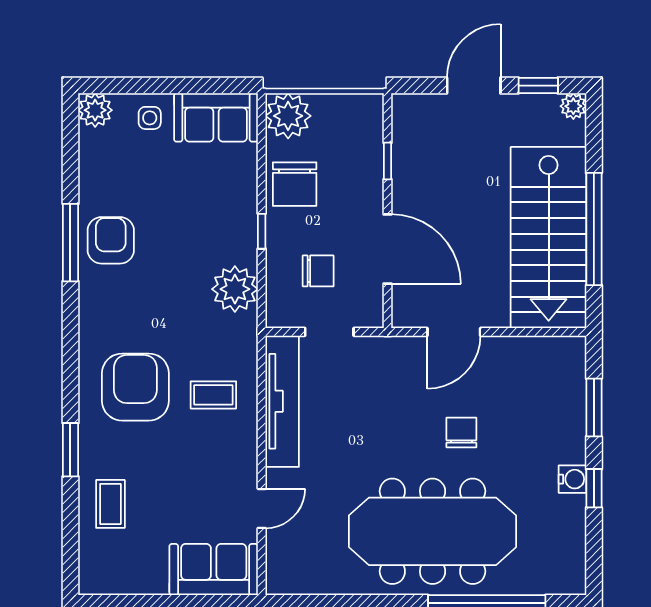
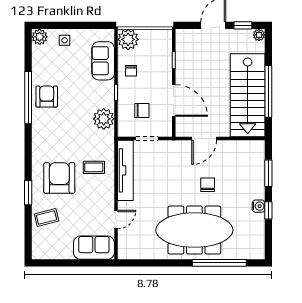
sofa: (216, 117) -> (103, 61), moved, turned 90
chair: (295, 184) -> (131, 71), width x0.54, depth x0.54
window: (70, 243) -> (28, 98), width x1.46
armchair: (135, 387) -> (59, 178), moved
coffee table: (110, 504) -> (47, 217), turned 76

